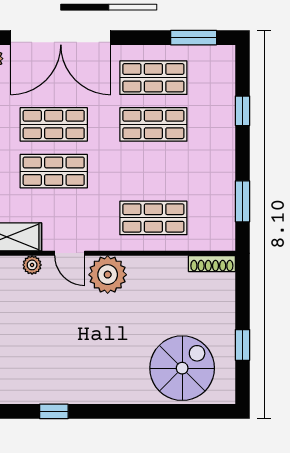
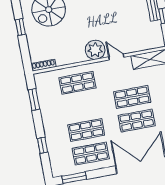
plant: (32, 265) -> (134, 48), removed

